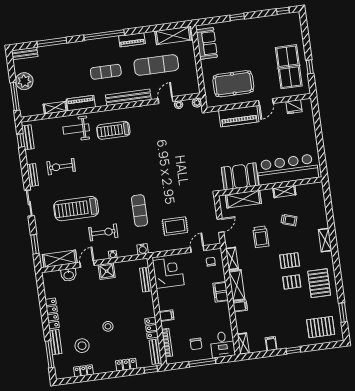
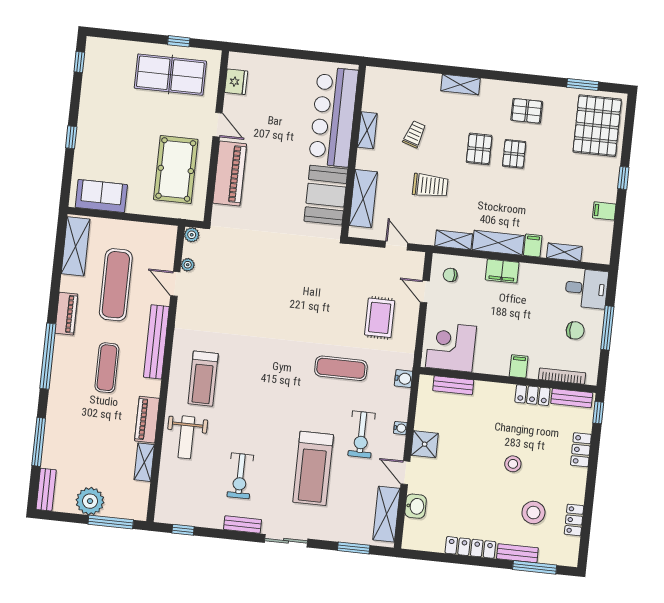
bench: (28, 137) -> (181, 517), removed
exercise bike: (103, 232) -> (362, 434), turned 180
pallet: (319, 283) -> (527, 111), width x0.67, depth x0.71
pallet: (321, 327) -> (597, 126), width x1.37, depth x1.41
shelving: (243, 344) -> (564, 252), moved

